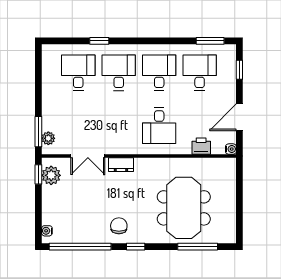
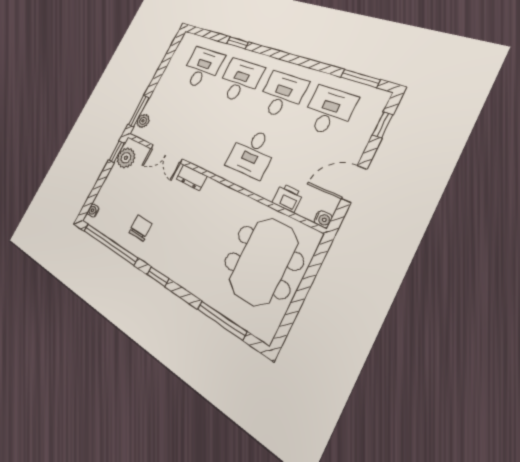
meeting table: (184, 208) -> (263, 261), moved
chair: (119, 226) -> (140, 228), moved

